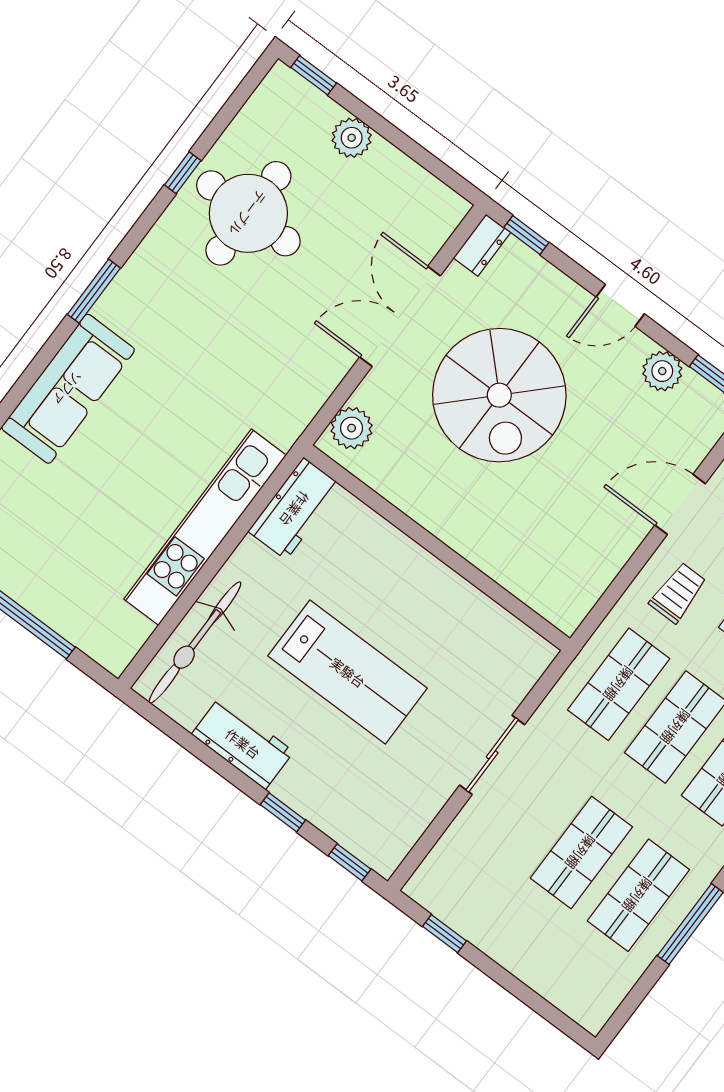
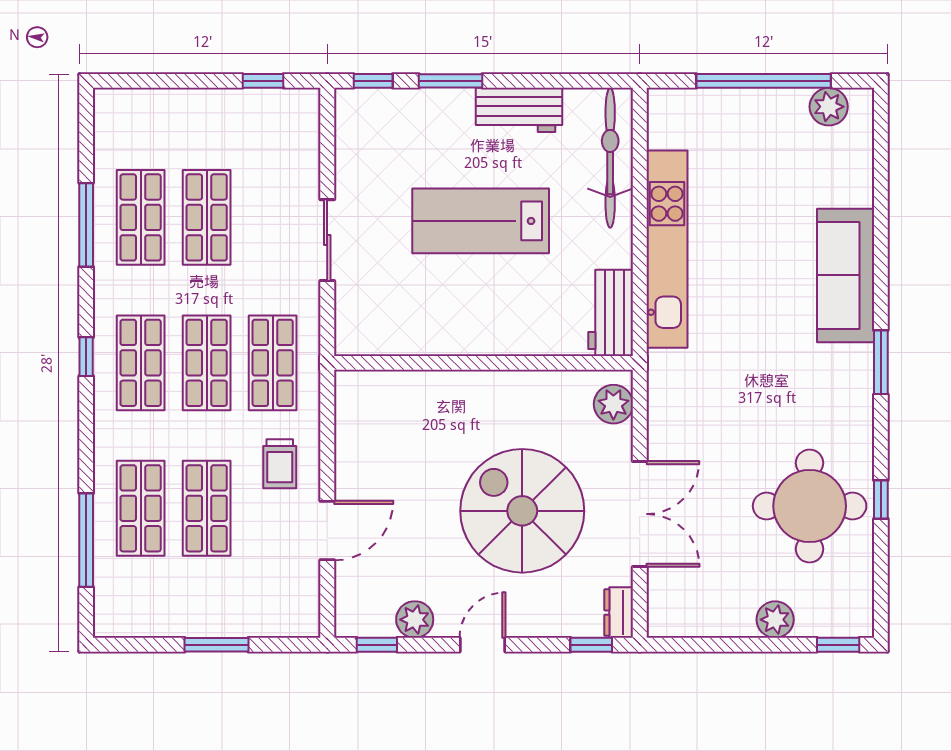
window: (283, 812) -> (450, 81), width x1.50

